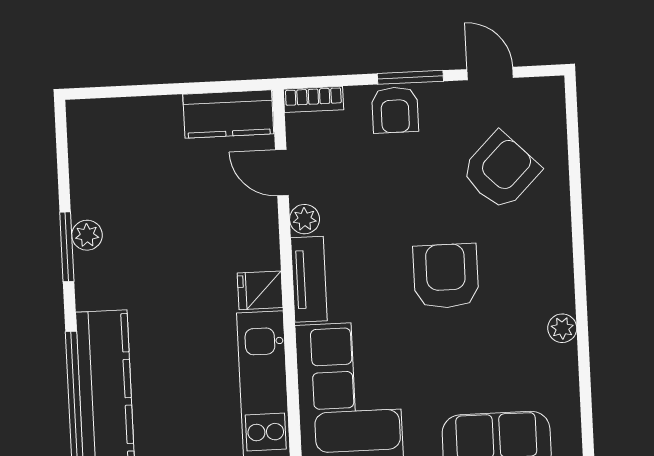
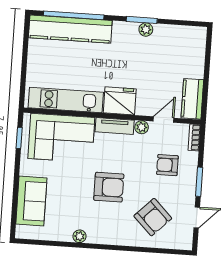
armchair: (395, 110) -> (167, 165), moved
fridge: (260, 290) -> (120, 101), width x1.88, depth x1.34

